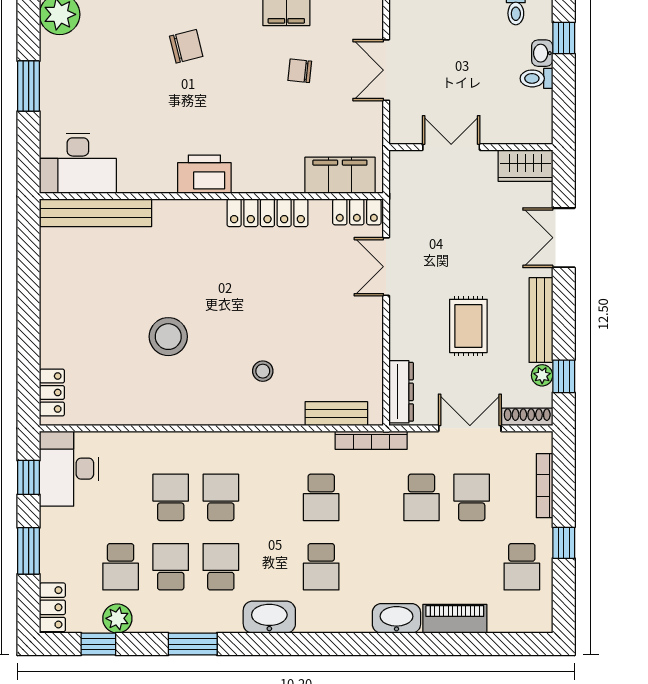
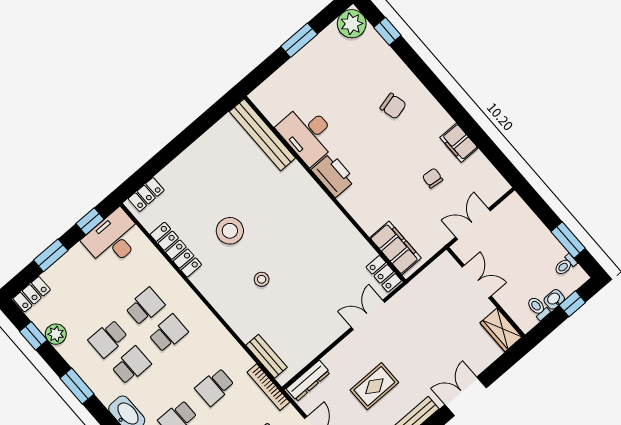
double door: (451, 147) -> (477, 282), moved
wall: (471, 147) -> (486, 292), moved
desk: (78, 163) -> (308, 134), moved
wardrobe: (525, 166) -> (501, 330), moved
locker: (267, 213) -> (176, 250), moved, turned 180
stool: (263, 371) -> (262, 279), moved
school desk: (121, 567) -> (85, 312), removed
school desk: (171, 567) -> (108, 339), turned 180

